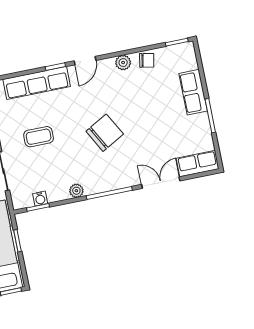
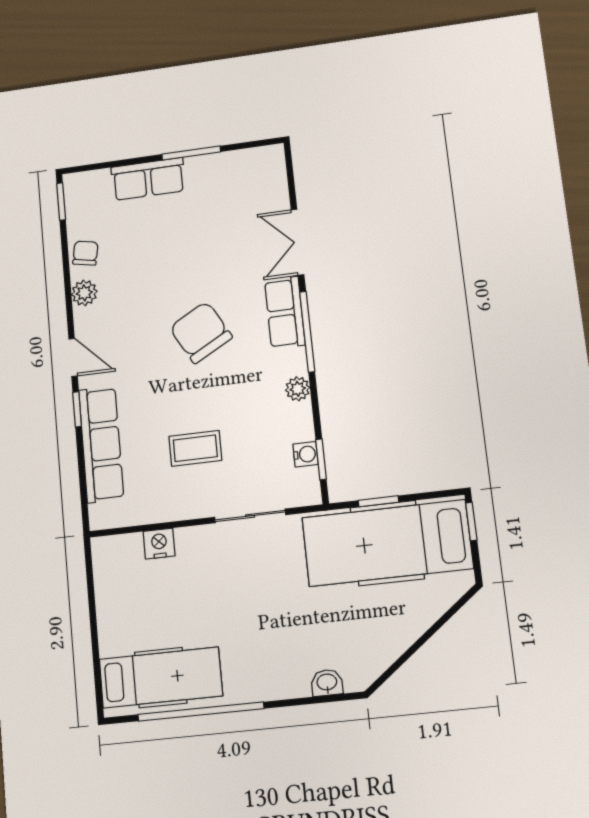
coffee table: (39, 137) -> (195, 448), turned 90
row of seats: (198, 164) -> (285, 313), moved

